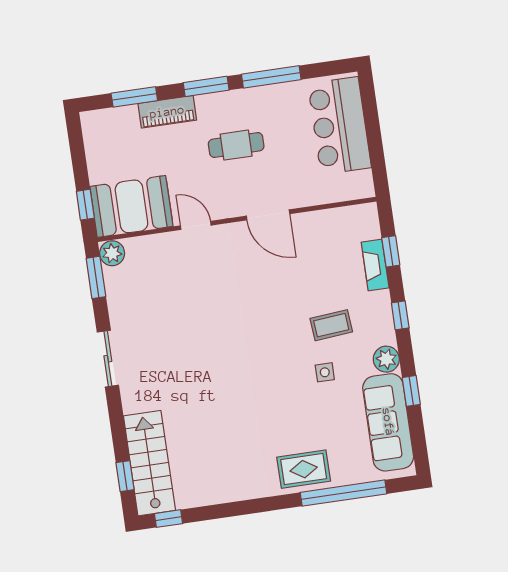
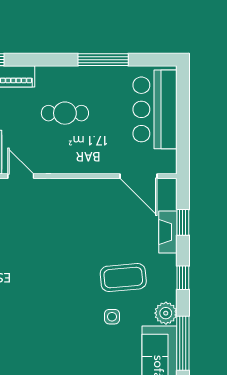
window: (206, 86) -> (47, 60), removed
door: (268, 215) -> (139, 176), moved
coffee table: (331, 325) -> (123, 278), width x1.36, depth x1.30
window: (411, 391) -> (183, 343), width x2.17

